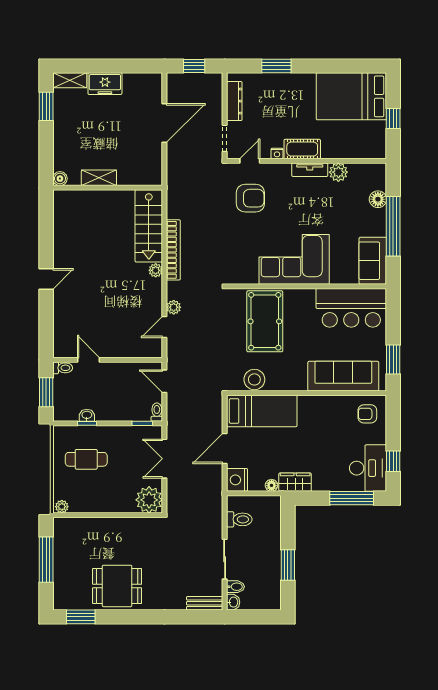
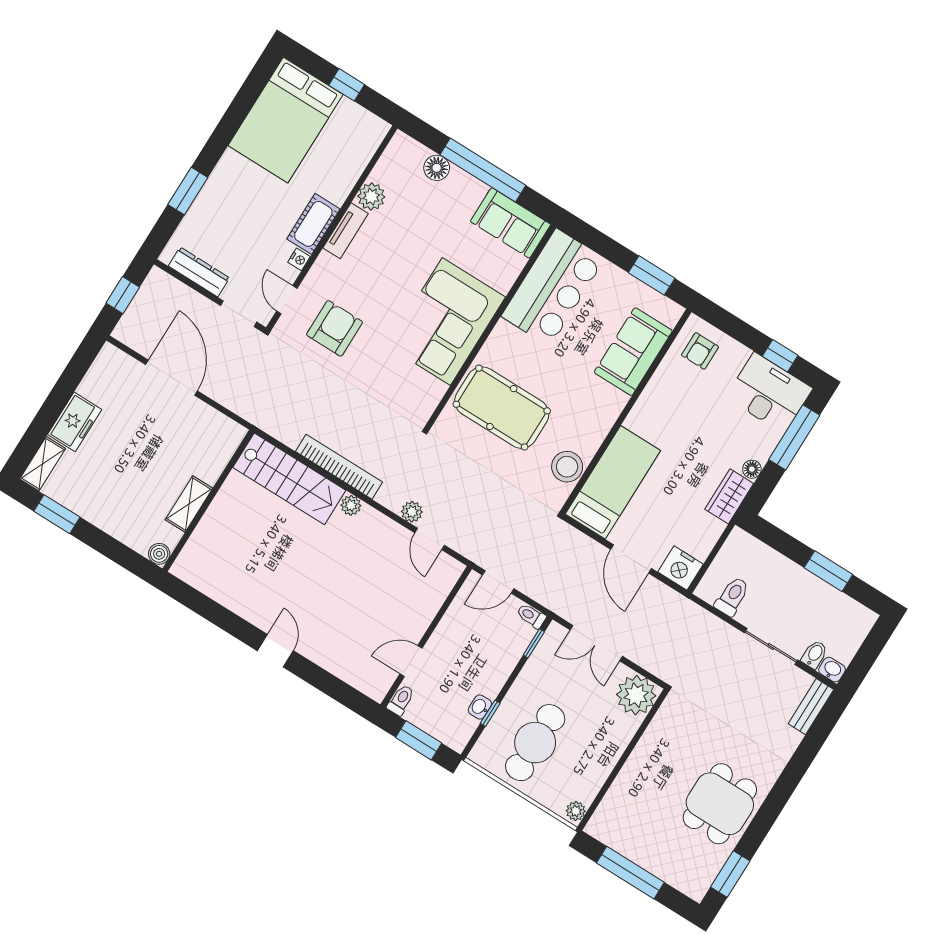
sofa: (343, 376) -> (633, 352), width x0.73
cafe table: (86, 459) -> (535, 743), width x1.37, depth x1.35
floor lamp: (272, 485) -> (752, 469), moved

